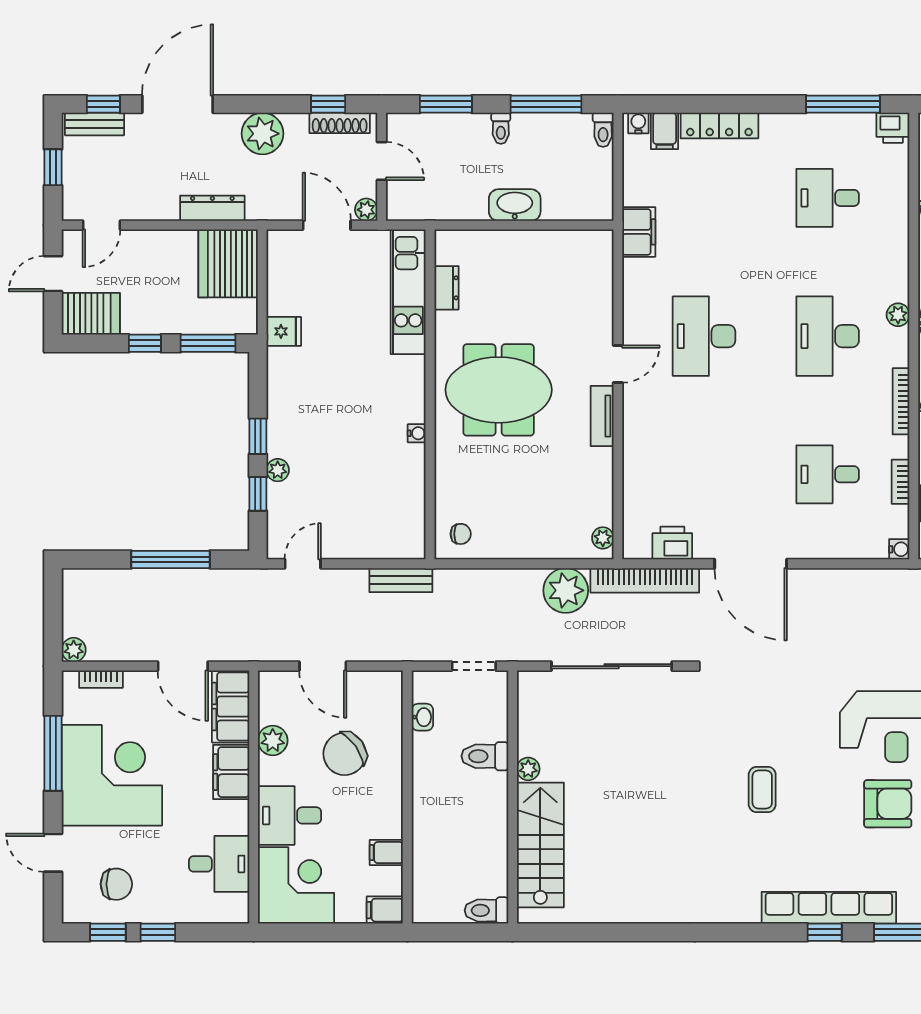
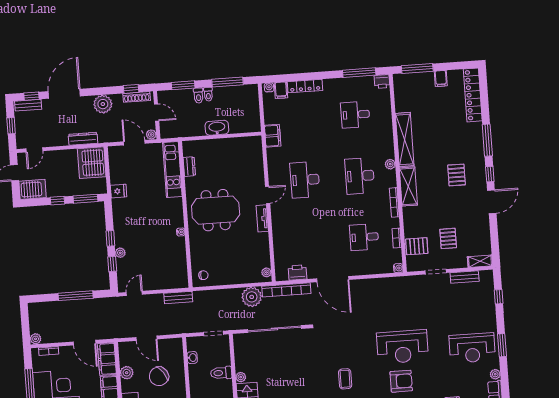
toilet: (603, 130) -> (198, 96), moved

